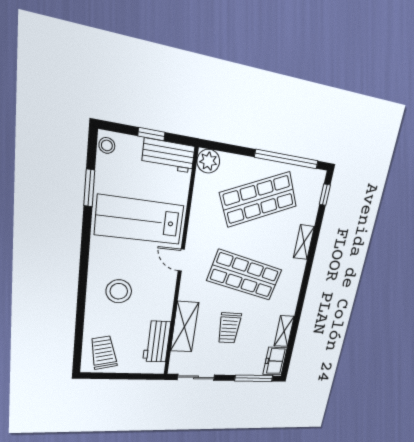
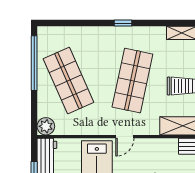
window: (325, 195) -> (123, 23), moved
shelving: (304, 242) -> (98, 33), removed

